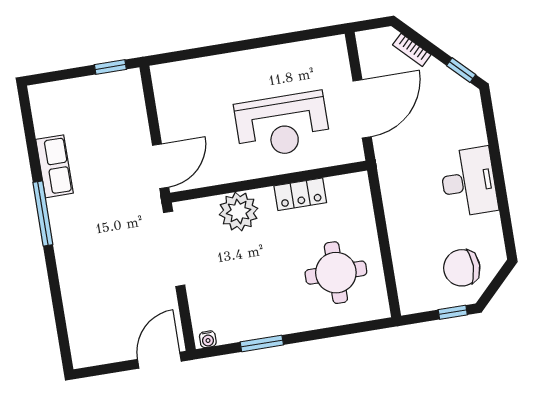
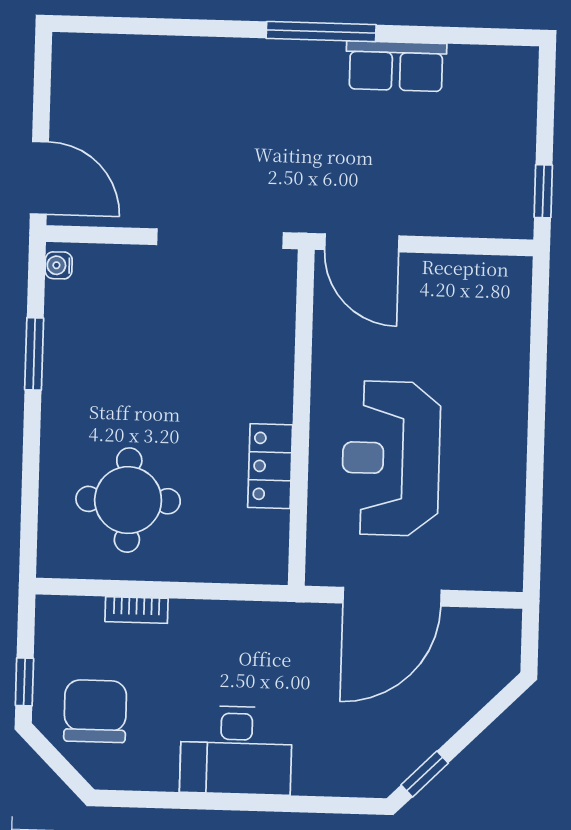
bookcase: (412, 50) -> (137, 610), moved, turned -135
door: (362, 109) -> (392, 597), hinge flipped
plant: (239, 212) -> (261, 358), removed

